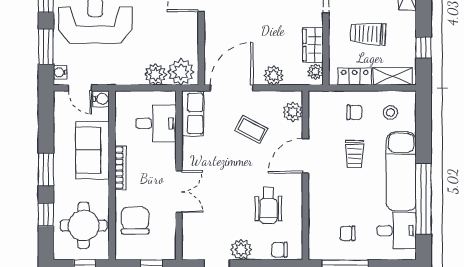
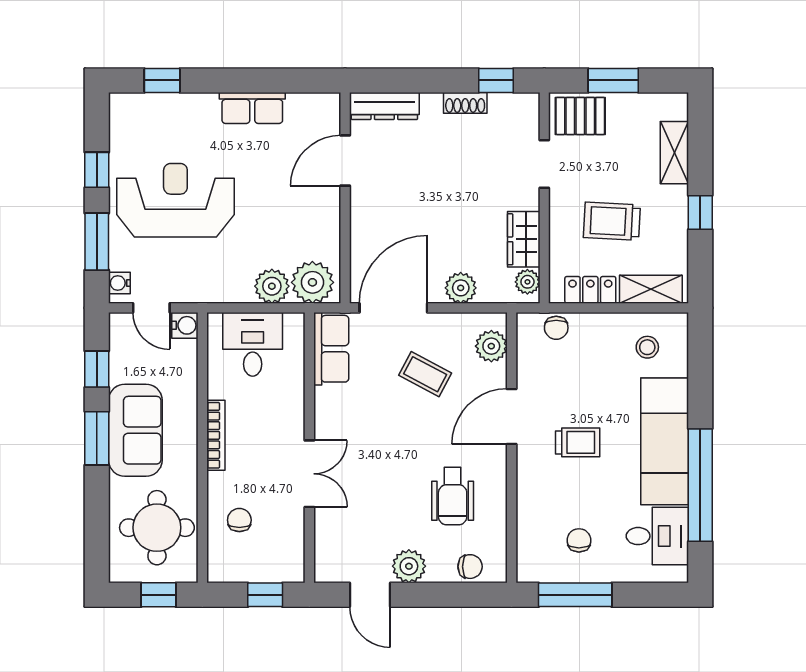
window: (424, 48) -> (700, 212), moved
chair: (354, 112) -> (556, 328), moved, turned 90
desk: (156, 123) -> (253, 344), moved, turned -90
sofa: (93, 150) -> (135, 430), moved, turned 180
trolley: (354, 154) -> (578, 442), moved, turned -90
window: (46, 215) -> (97, 369), moved
chair: (135, 221) -> (239, 520), width x0.54, depth x0.54
chair: (348, 233) -> (579, 540), turned 90
chair: (279, 250) -> (470, 567), turned 180

